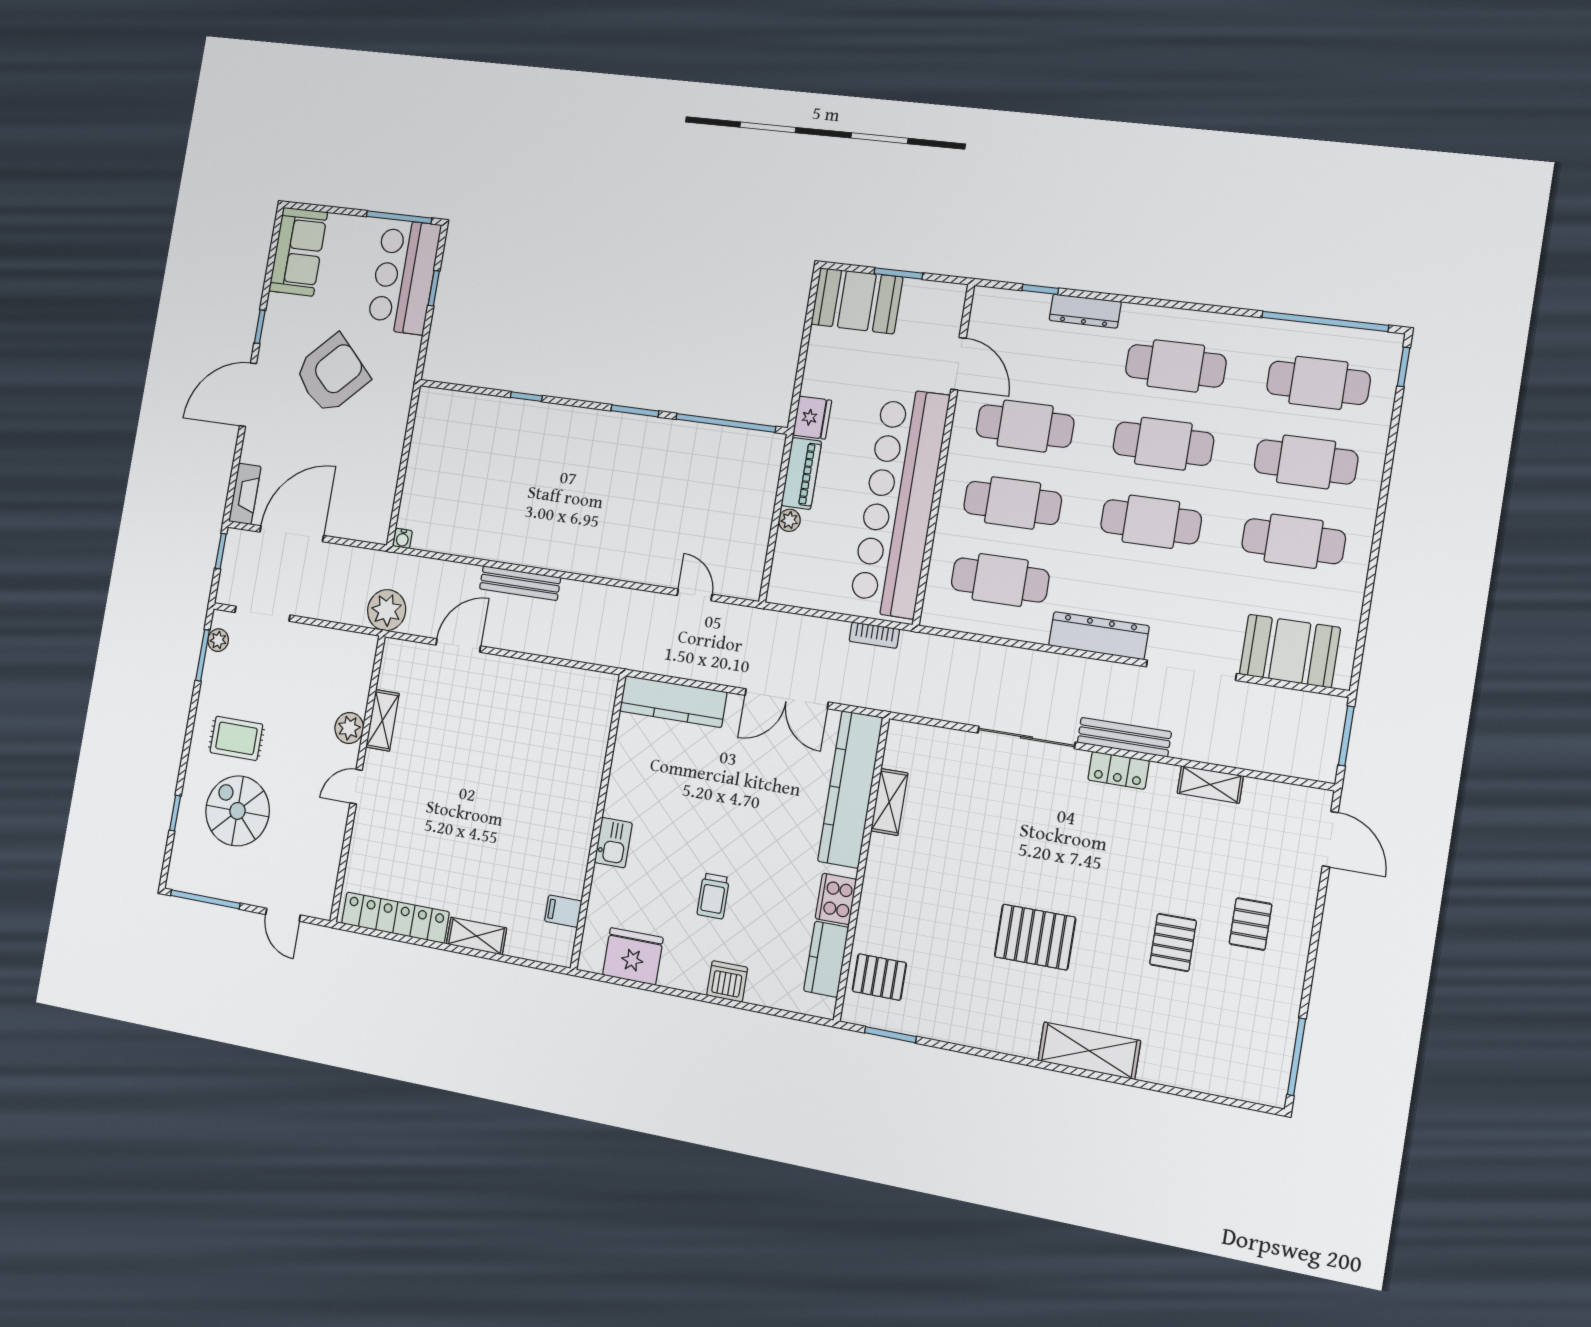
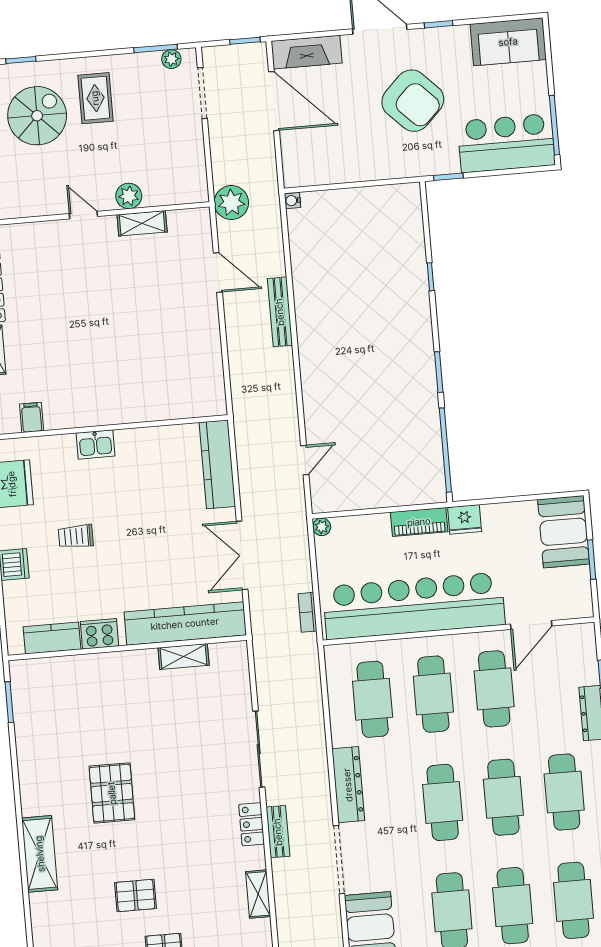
window: (434, 288) -> (448, 177), moved
fireplace: (245, 494) -> (307, 52), width x1.37, depth x1.32
plant: (789, 520) -> (322, 527), moved
bench: (1124, 737) -> (278, 832), width x0.73
pallet: (879, 977) -> (50, 683), removed

